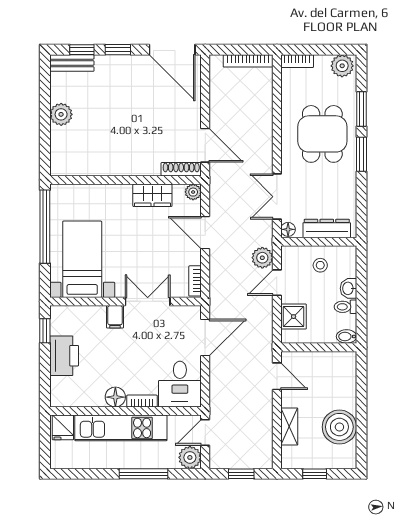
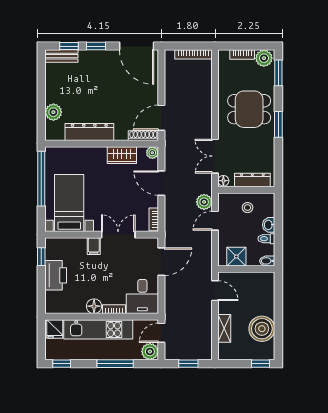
bookcase: (297, 61) -> (242, 55), moved
window: (361, 109) -> (278, 73), moved
plant: (61, 114) -> (53, 112), moved
dining table: (322, 134) -> (249, 109), turned 90
door: (205, 145) -> (161, 118), swing flipped
dresser: (109, 164) -> (89, 132), added
shower: (294, 317) -> (236, 257), moved
window: (72, 474) -> (62, 364), added
window: (315, 474) -> (261, 364), moved

